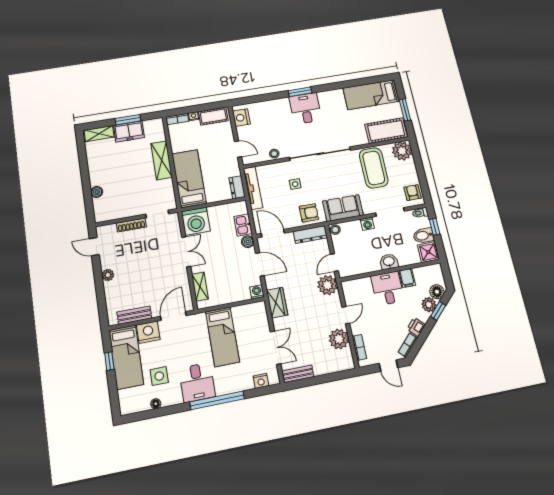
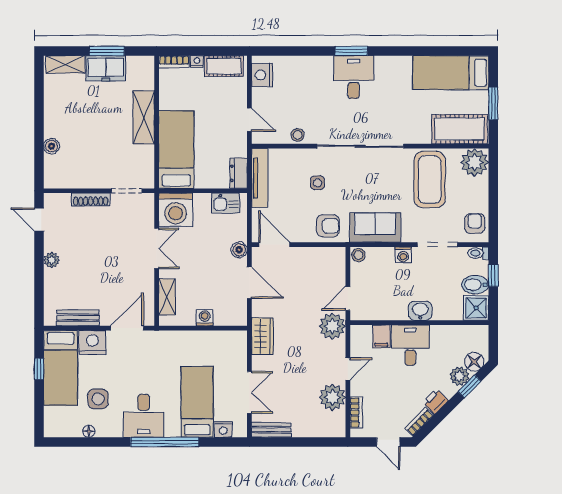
kitchen sink: (243, 225) -> (226, 203), moved, turned -90
dresser: (310, 234) -> (324, 255), removed
filing cabinet: (407, 278) -> (381, 336), moved
washing machine: (257, 292) -> (205, 318), moved
bed: (223, 337) -> (197, 402), moved, turned 180

